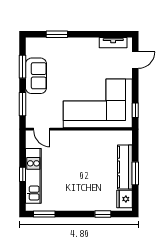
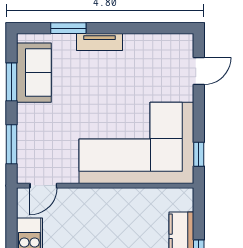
tv unit: (113, 43) -> (100, 42), moved
sofa: (36, 76) -> (34, 73), moved
door: (42, 129) -> (43, 186), hinge flipped

